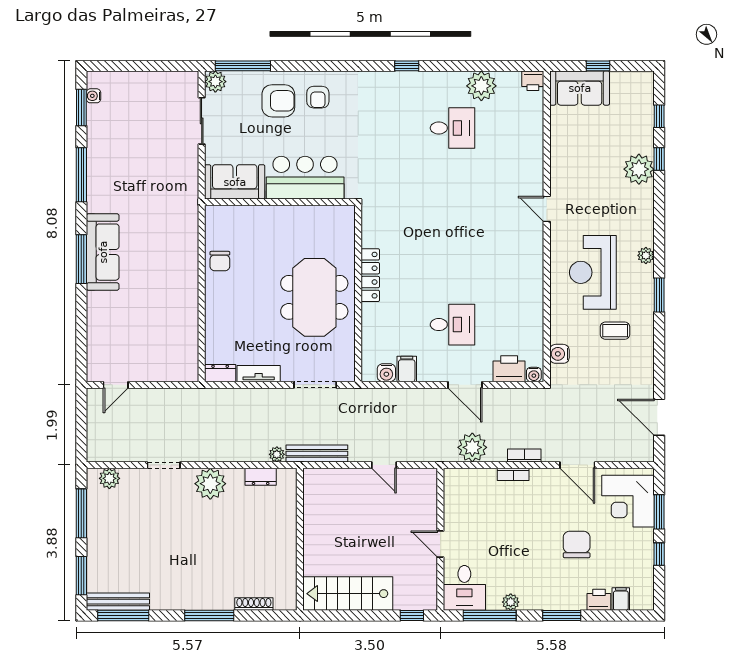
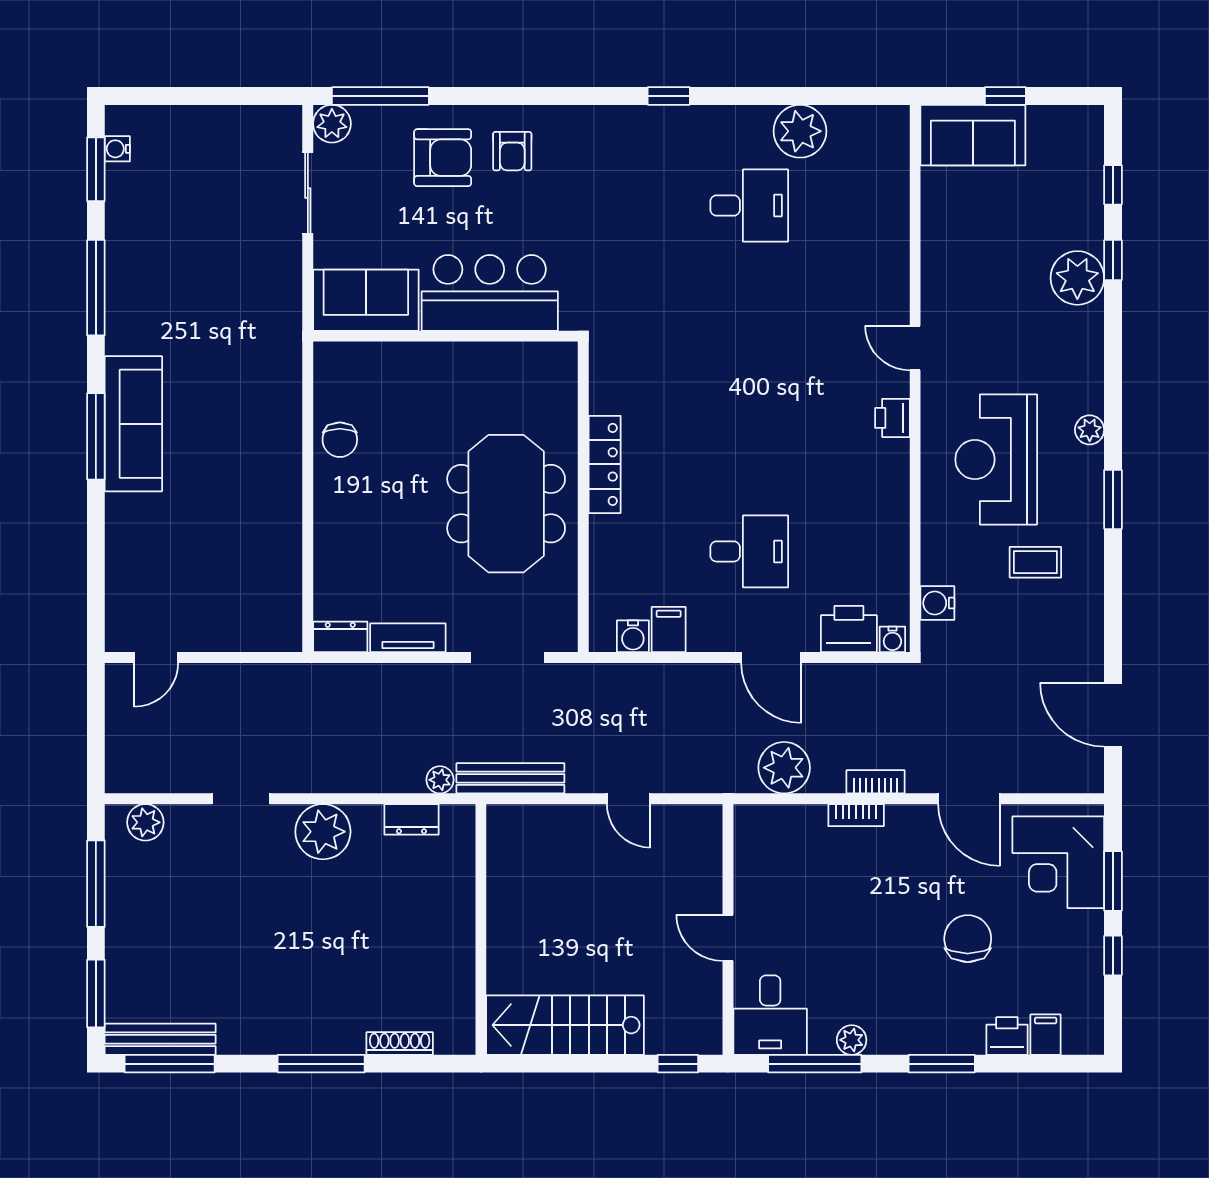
printer: (533, 81) -> (892, 418), moved, turned 90

